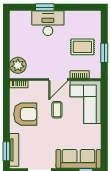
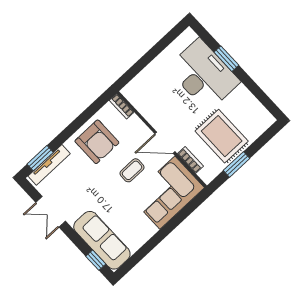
desk: (48, 23) -> (203, 75), width x1.36, depth x1.30
rug: (82, 47) -> (222, 136), width x1.36, depth x1.43
plant: (18, 65) -> (140, 87), removed

